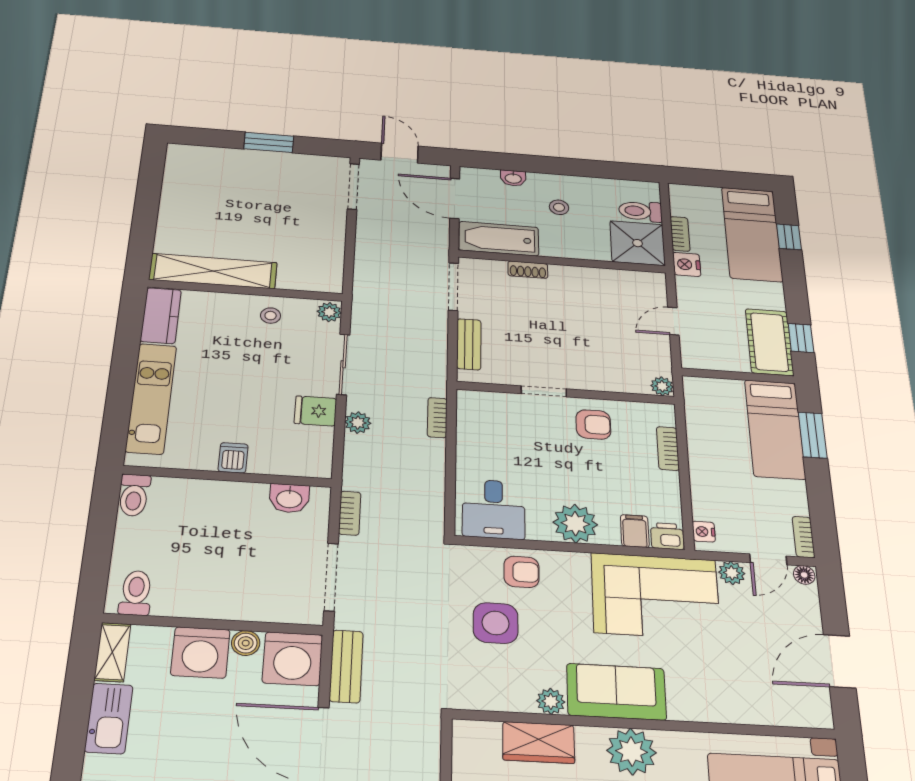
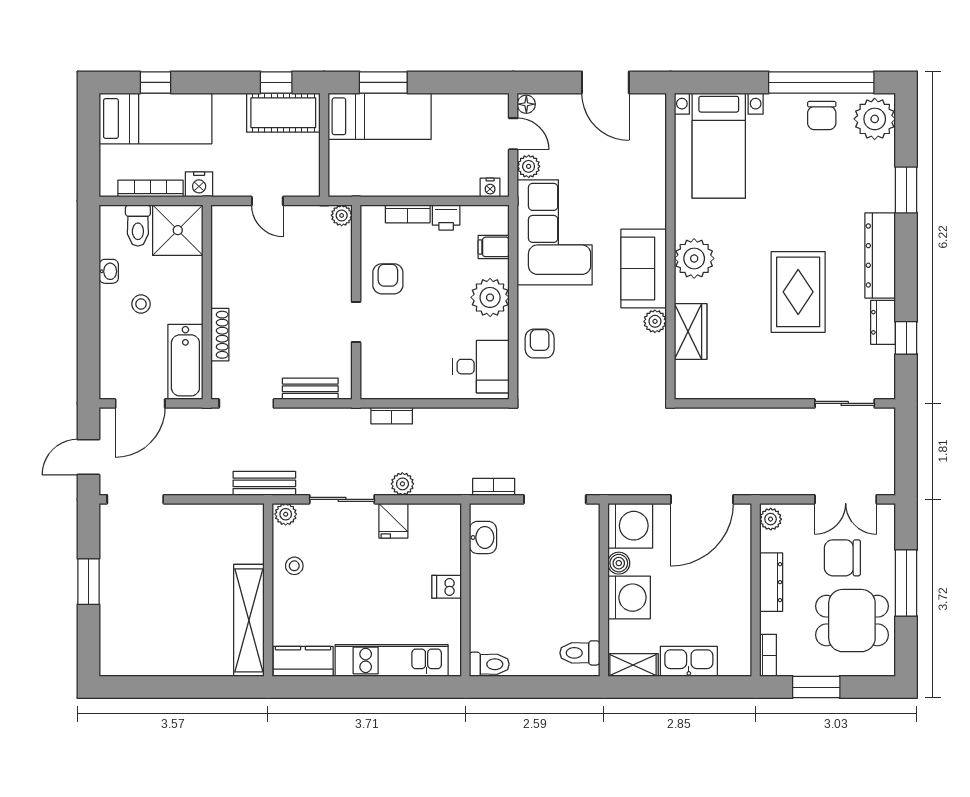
washbasin: (513, 178) -> (109, 271), moved
bookcase: (680, 234) -> (150, 189), width x1.56
shoe rack: (528, 270) -> (220, 335), width x1.43
printer: (667, 536) -> (446, 218), moved, turned -90
bookcase: (804, 537) -> (489, 101), removed
side table: (496, 623) -> (588, 365), removed
bench: (346, 666) -> (264, 483), moved

